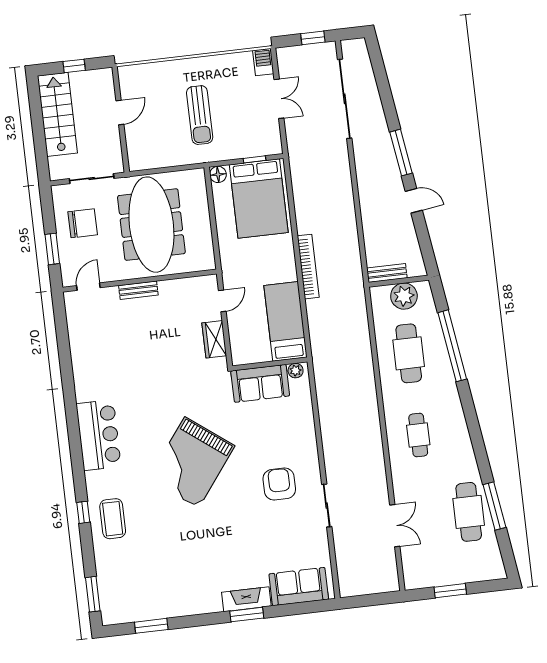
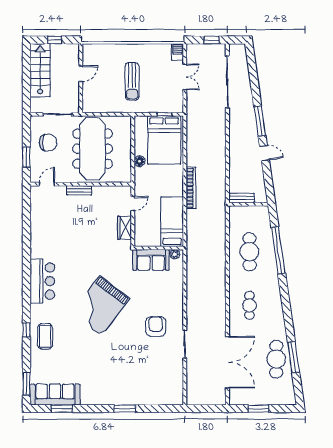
floor lamp: (218, 174) -> (140, 161), moved
plant: (404, 296) -> (251, 214), removed
double door: (395, 526) -> (227, 362), width x1.87
sofa: (299, 587) -> (55, 395), moved, width x1.36
fireplace: (246, 599) -> (126, 399), removed

